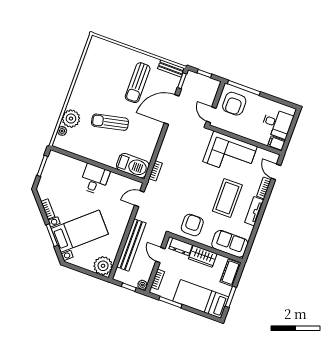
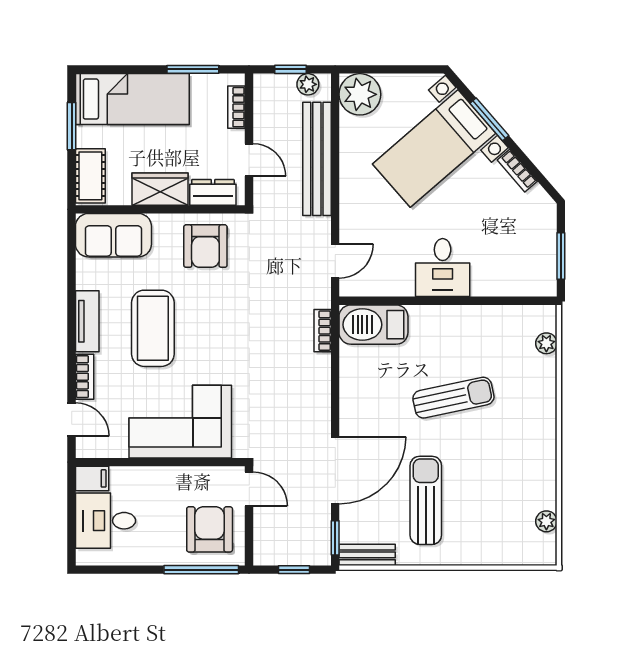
plant: (71, 119) -> (546, 521), moved, width x0.53, depth x0.53
plant: (142, 285) -> (308, 84), moved

